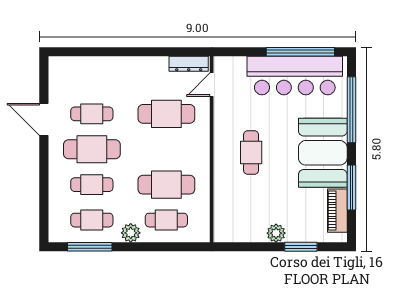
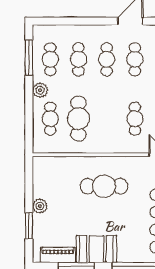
cafe table: (166, 114) -> (135, 119), width x0.73, depth x0.74
cafe table: (92, 149) -> (107, 59), width x0.73, depth x0.74
cafe table: (251, 153) -> (104, 186), width x1.37, depth x1.35
booth: (323, 153) -> (97, 249), width x0.73, depth x0.70

